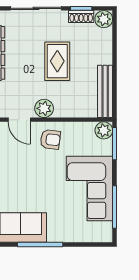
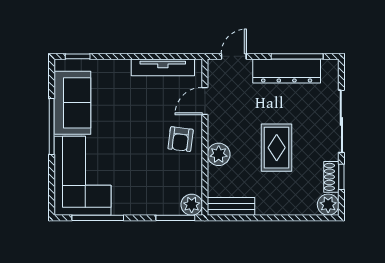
rug: (57, 61) -> (277, 148), turned 90
bench: (105, 91) -> (231, 206), width x0.73
plant: (44, 108) -> (219, 154), moved
corner sofa: (89, 188) -> (82, 176), moved, turned 90

